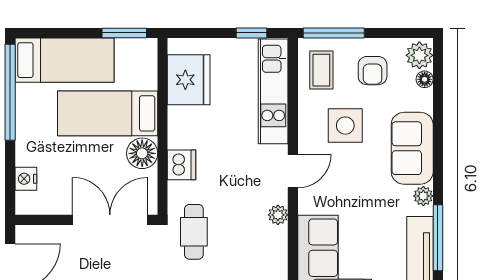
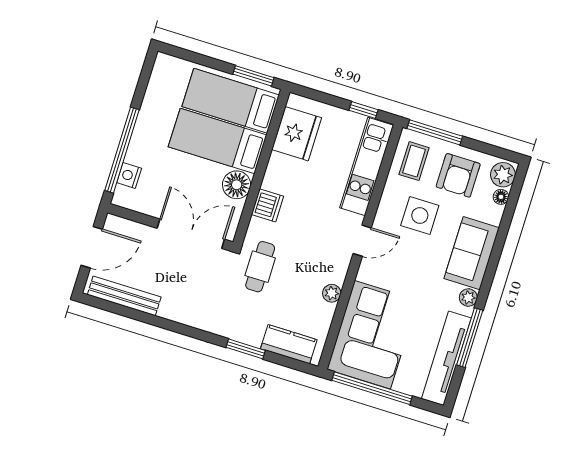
bed: (64, 60) -> (231, 101), moved, turned 180
armchair: (373, 71) -> (458, 175), width x1.38, depth x1.38
window: (10, 92) -> (122, 150), moved
plant: (278, 215) -> (332, 293), moved

